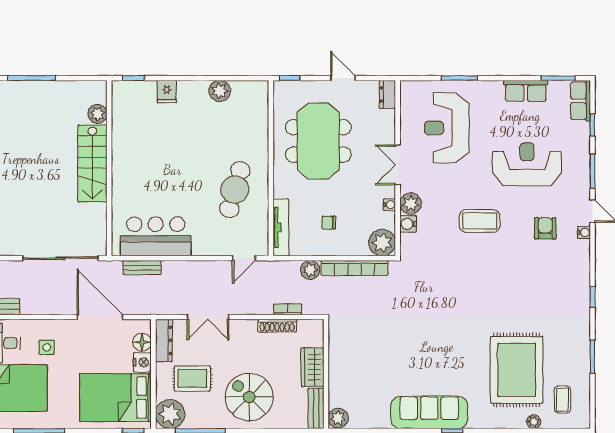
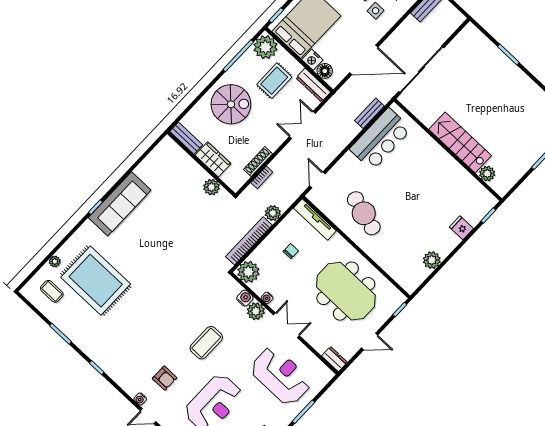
plant: (338, 418) -> (211, 187), moved

